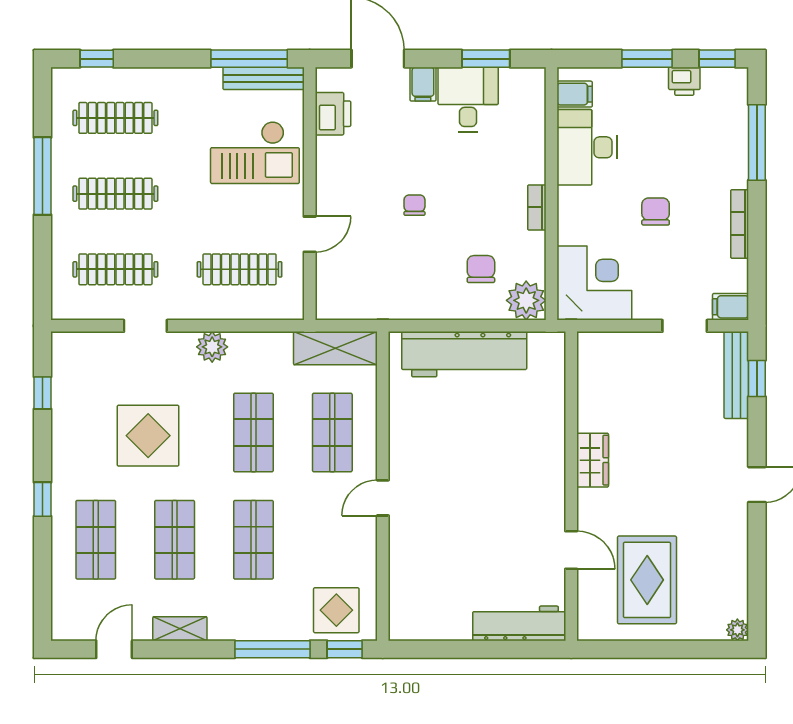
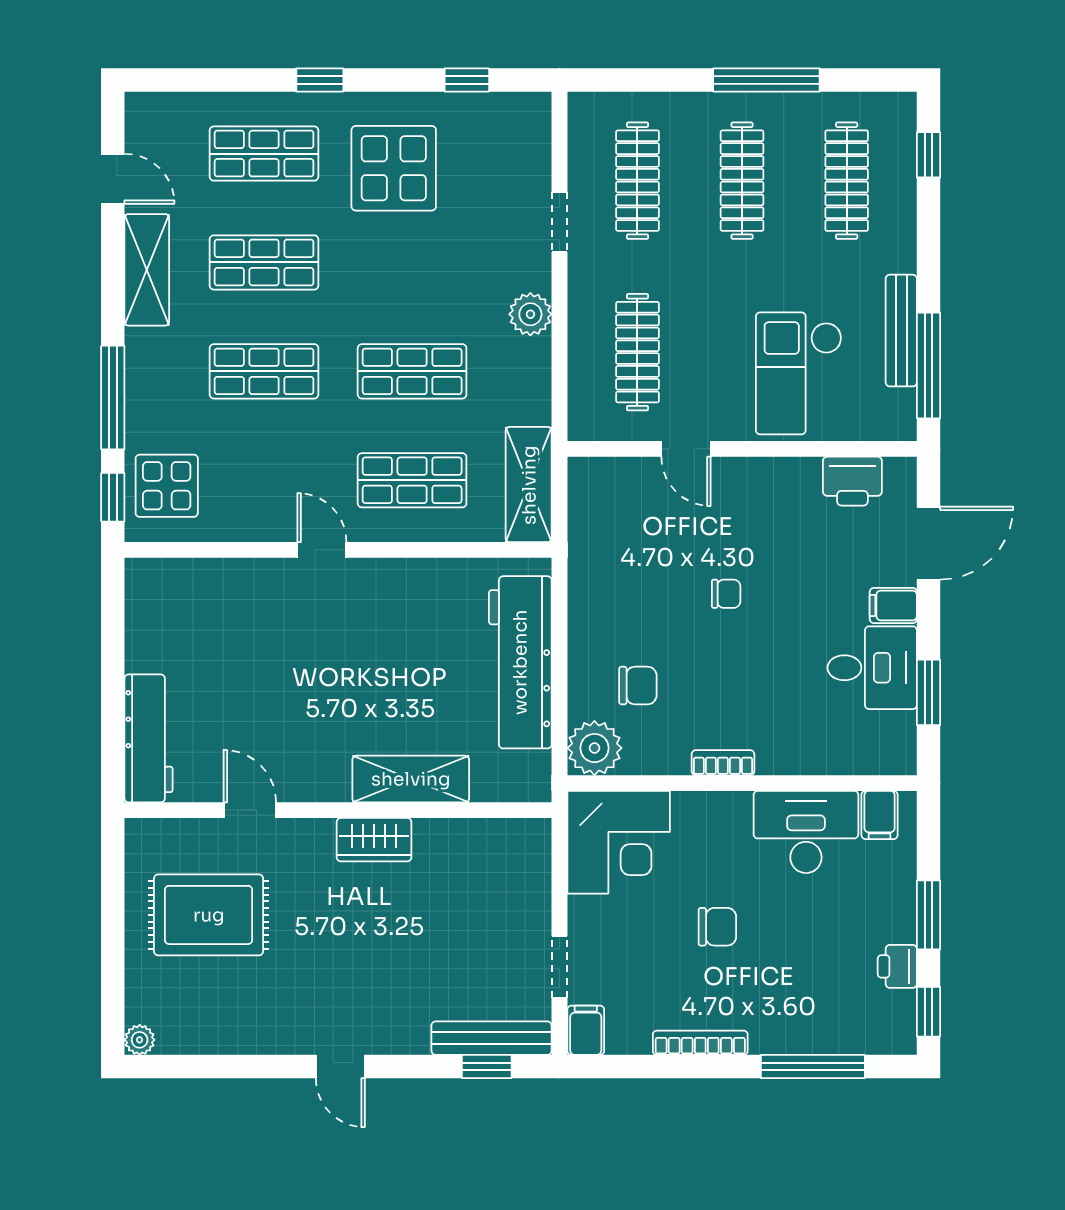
bench: (264, 78) -> (901, 331), moved
shelving: (549, 434) -> (411, 779), added
display table: (148, 436) -> (394, 168), moved
door: (571, 550) -> (250, 810), swing flipped
shelving: (180, 629) -> (147, 270), width x1.50, depth x1.33

